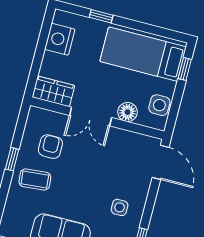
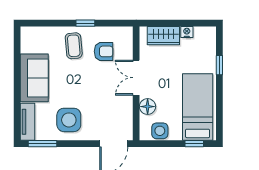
nightstand: (60, 39) -> (187, 32), width x0.53, depth x0.56
wardrobe: (53, 91) -> (163, 36), moved, turned 90
side table: (120, 207) -> (69, 120), width x1.87, depth x1.87

